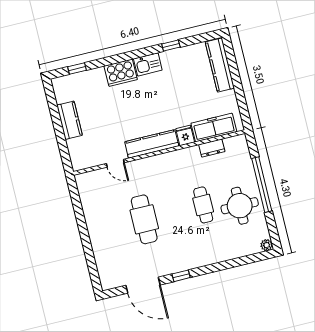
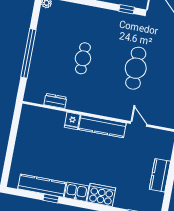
kitchen counter: (220, 65) -> (42, 186), moved, turned -90
freezer: (214, 128) -> (46, 117), removed
round table: (240, 206) -> (54, 44), removed

